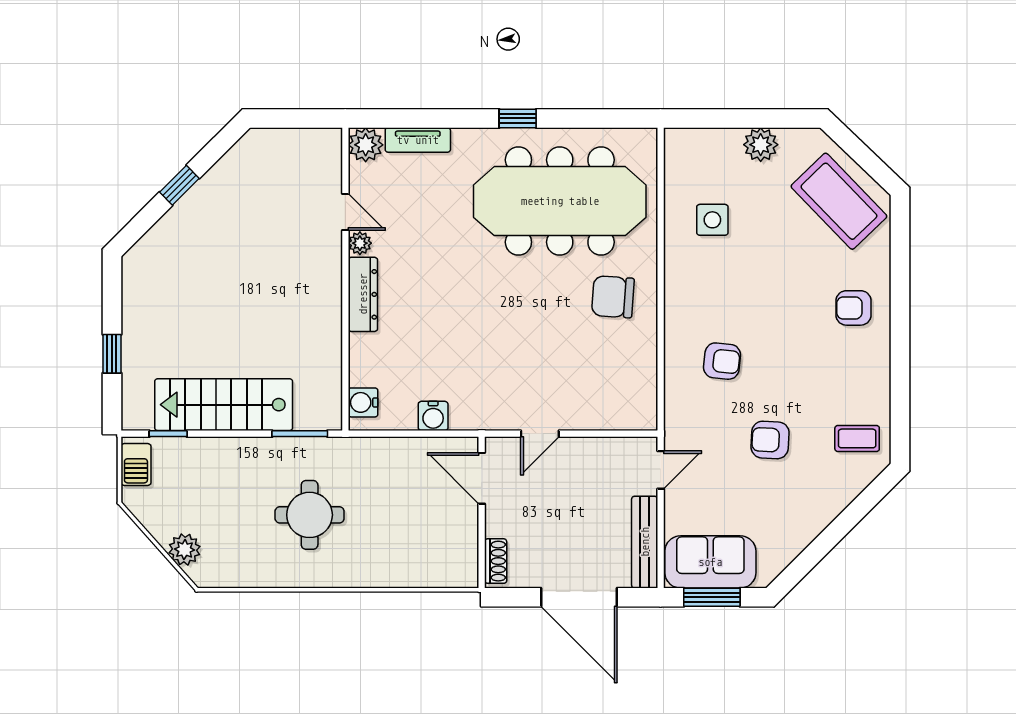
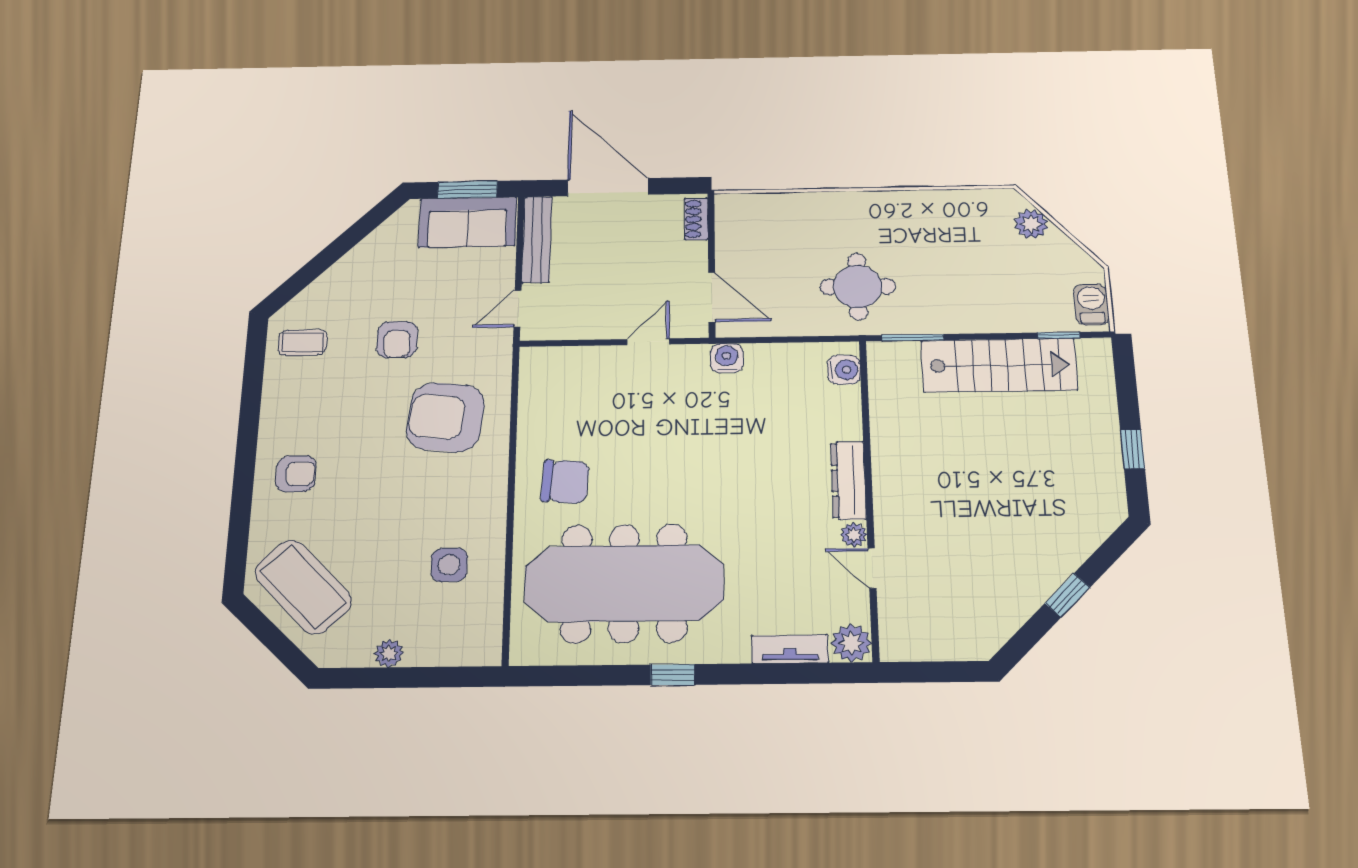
plant: (761, 145) -> (389, 653), width x0.73, depth x0.73
window: (112, 354) -> (1132, 449), moved
armchair: (722, 361) -> (446, 417), width x1.88, depth x1.88
water cooler: (433, 416) -> (727, 358), moved
armchair: (770, 440) -> (397, 340), turned 87
round table: (310, 515) -> (858, 287), moved

